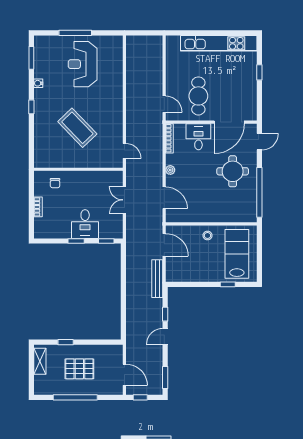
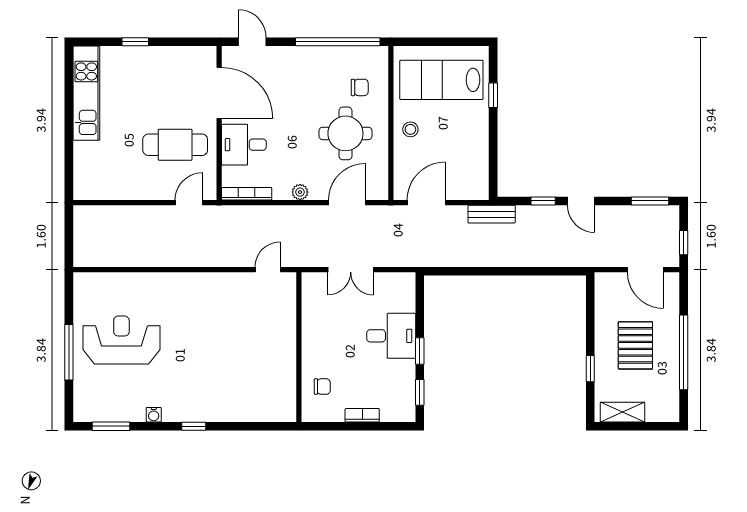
kitchen unit: (219, 43) -> (86, 93), width x0.73
reception desk: (83, 64) -> (121, 340), turned 180
coffee table: (77, 128) -> (229, 349), removed
round table: (233, 171) -> (345, 133), moved
chair: (232, 205) -> (360, 87), added
window: (106, 241) -> (420, 392), moved
bench: (157, 279) -> (492, 214), width x0.73
door: (124, 375) -> (645, 270), swing flipped

